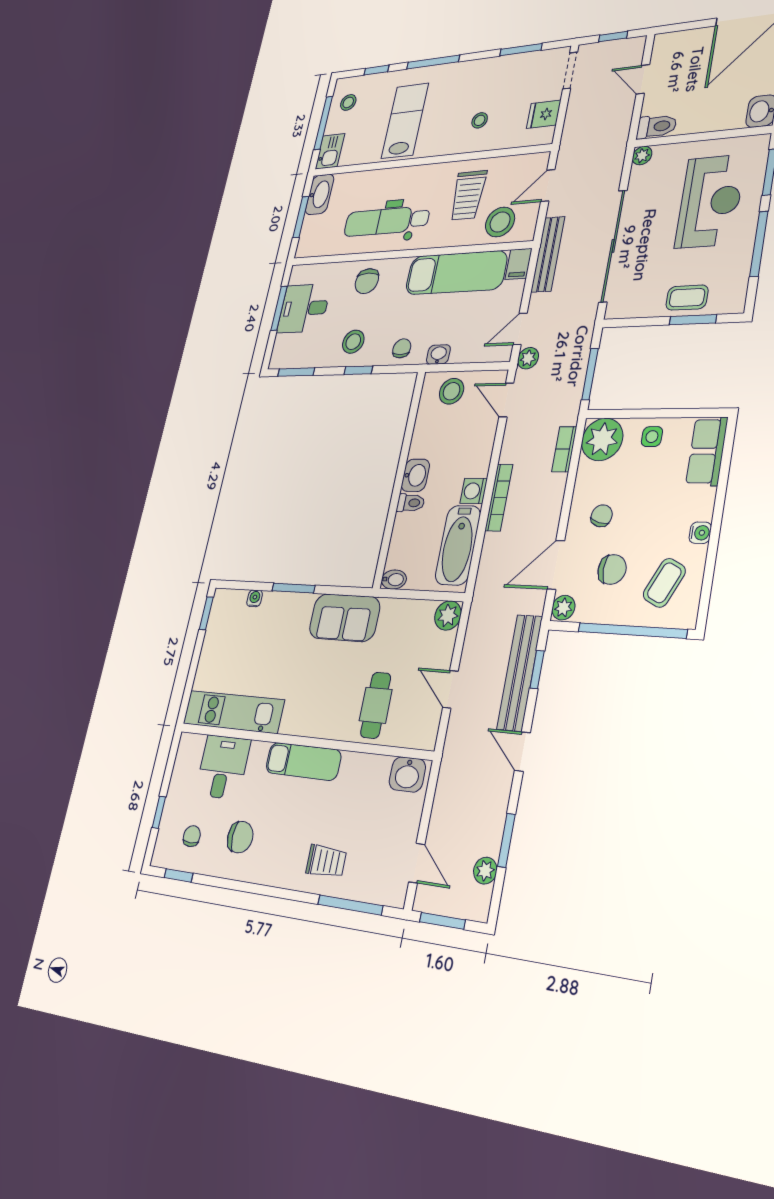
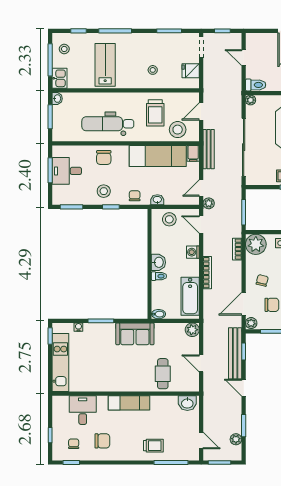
washbasin: (320, 194) -> (57, 99), width x0.52, depth x0.69
washing machine: (474, 491) -> (193, 252), moved
kitchen unit: (233, 712) -> (60, 362), moved, turned 90

